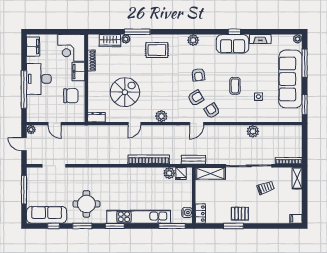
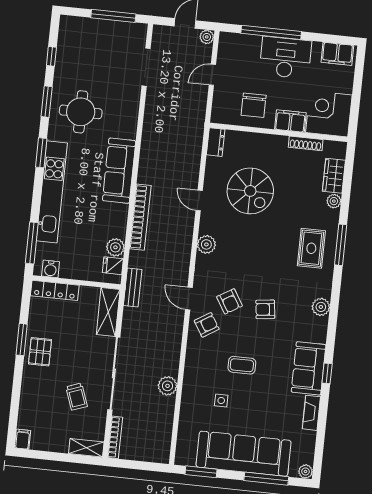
window: (137, 32) -> (341, 245), moved
locker: (200, 214) -> (55, 290), width x1.53
sofa: (47, 215) -> (119, 171), moved, turned 180

